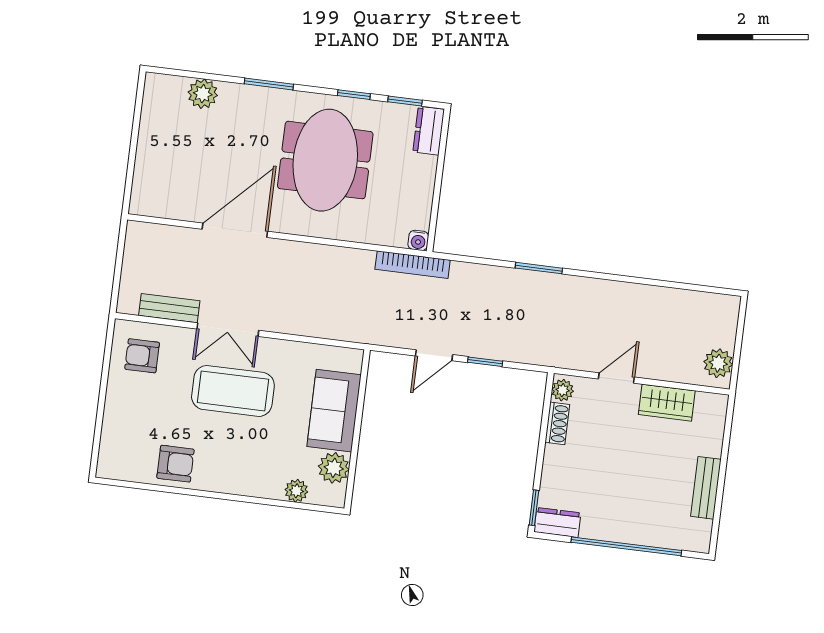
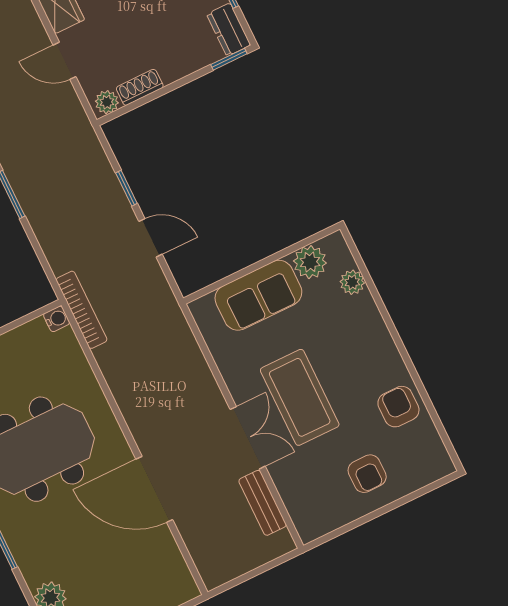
armchair: (142, 356) -> (367, 474), moved

